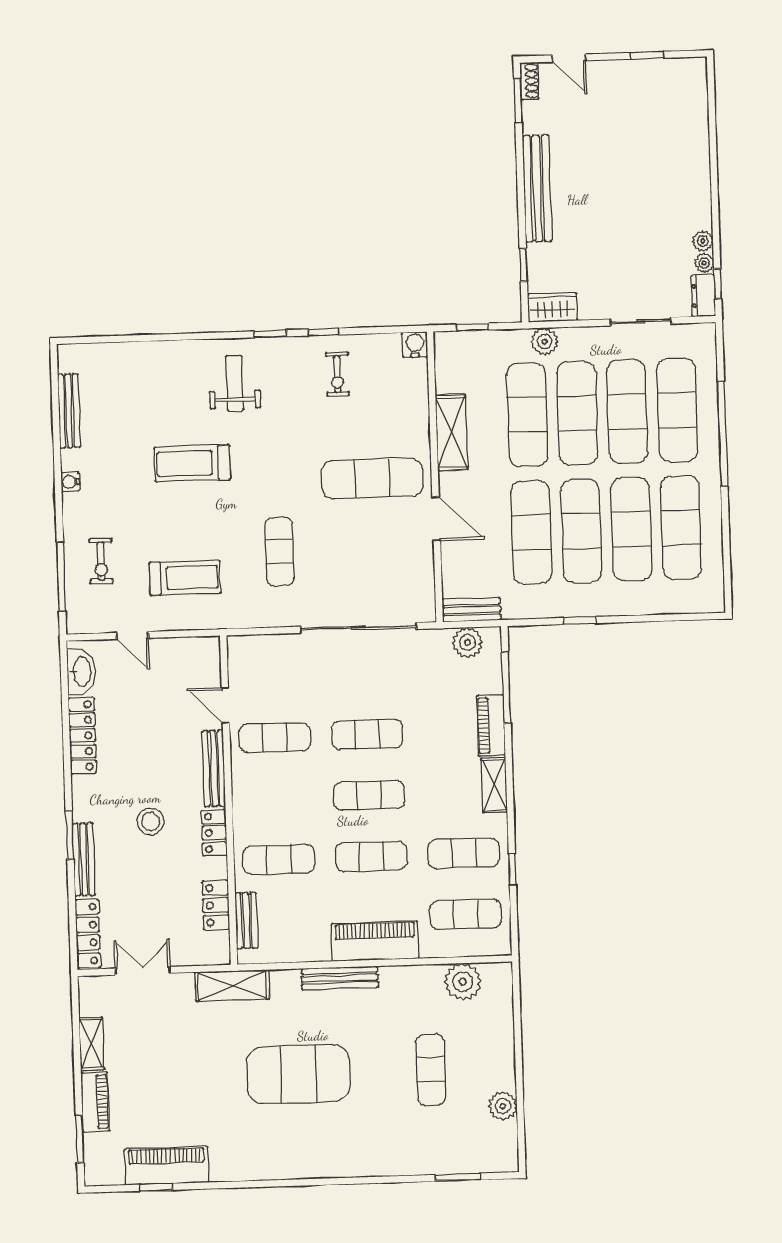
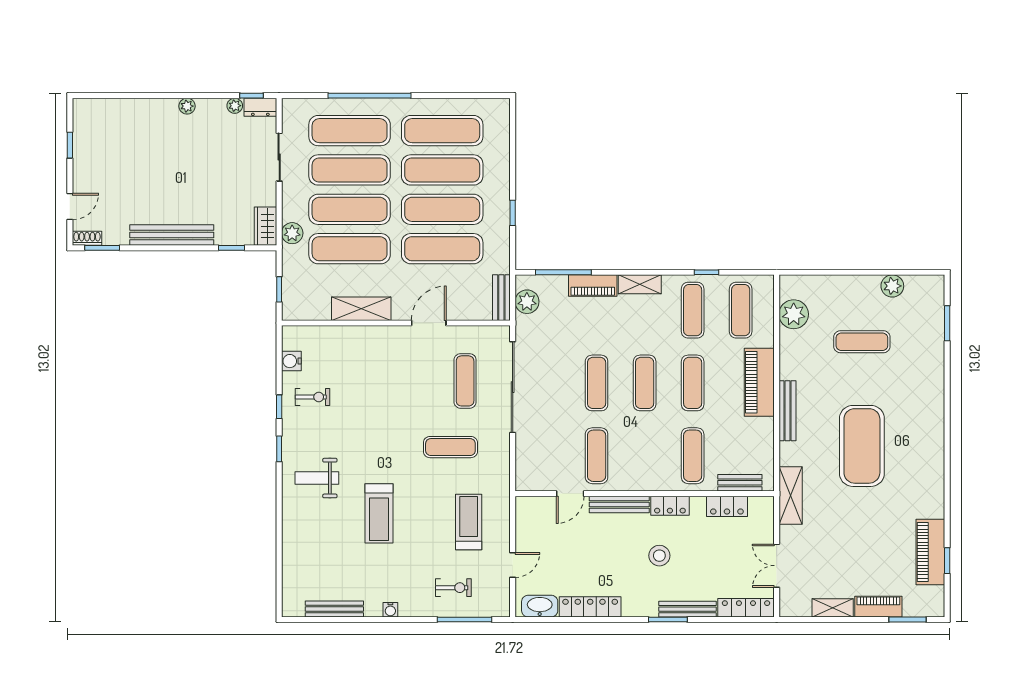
plant: (703, 241) -> (187, 106), moved
water cooler: (415, 345) -> (291, 361), moved
exercise mat: (372, 479) -> (465, 381), moved, width x0.73, depth x0.69

